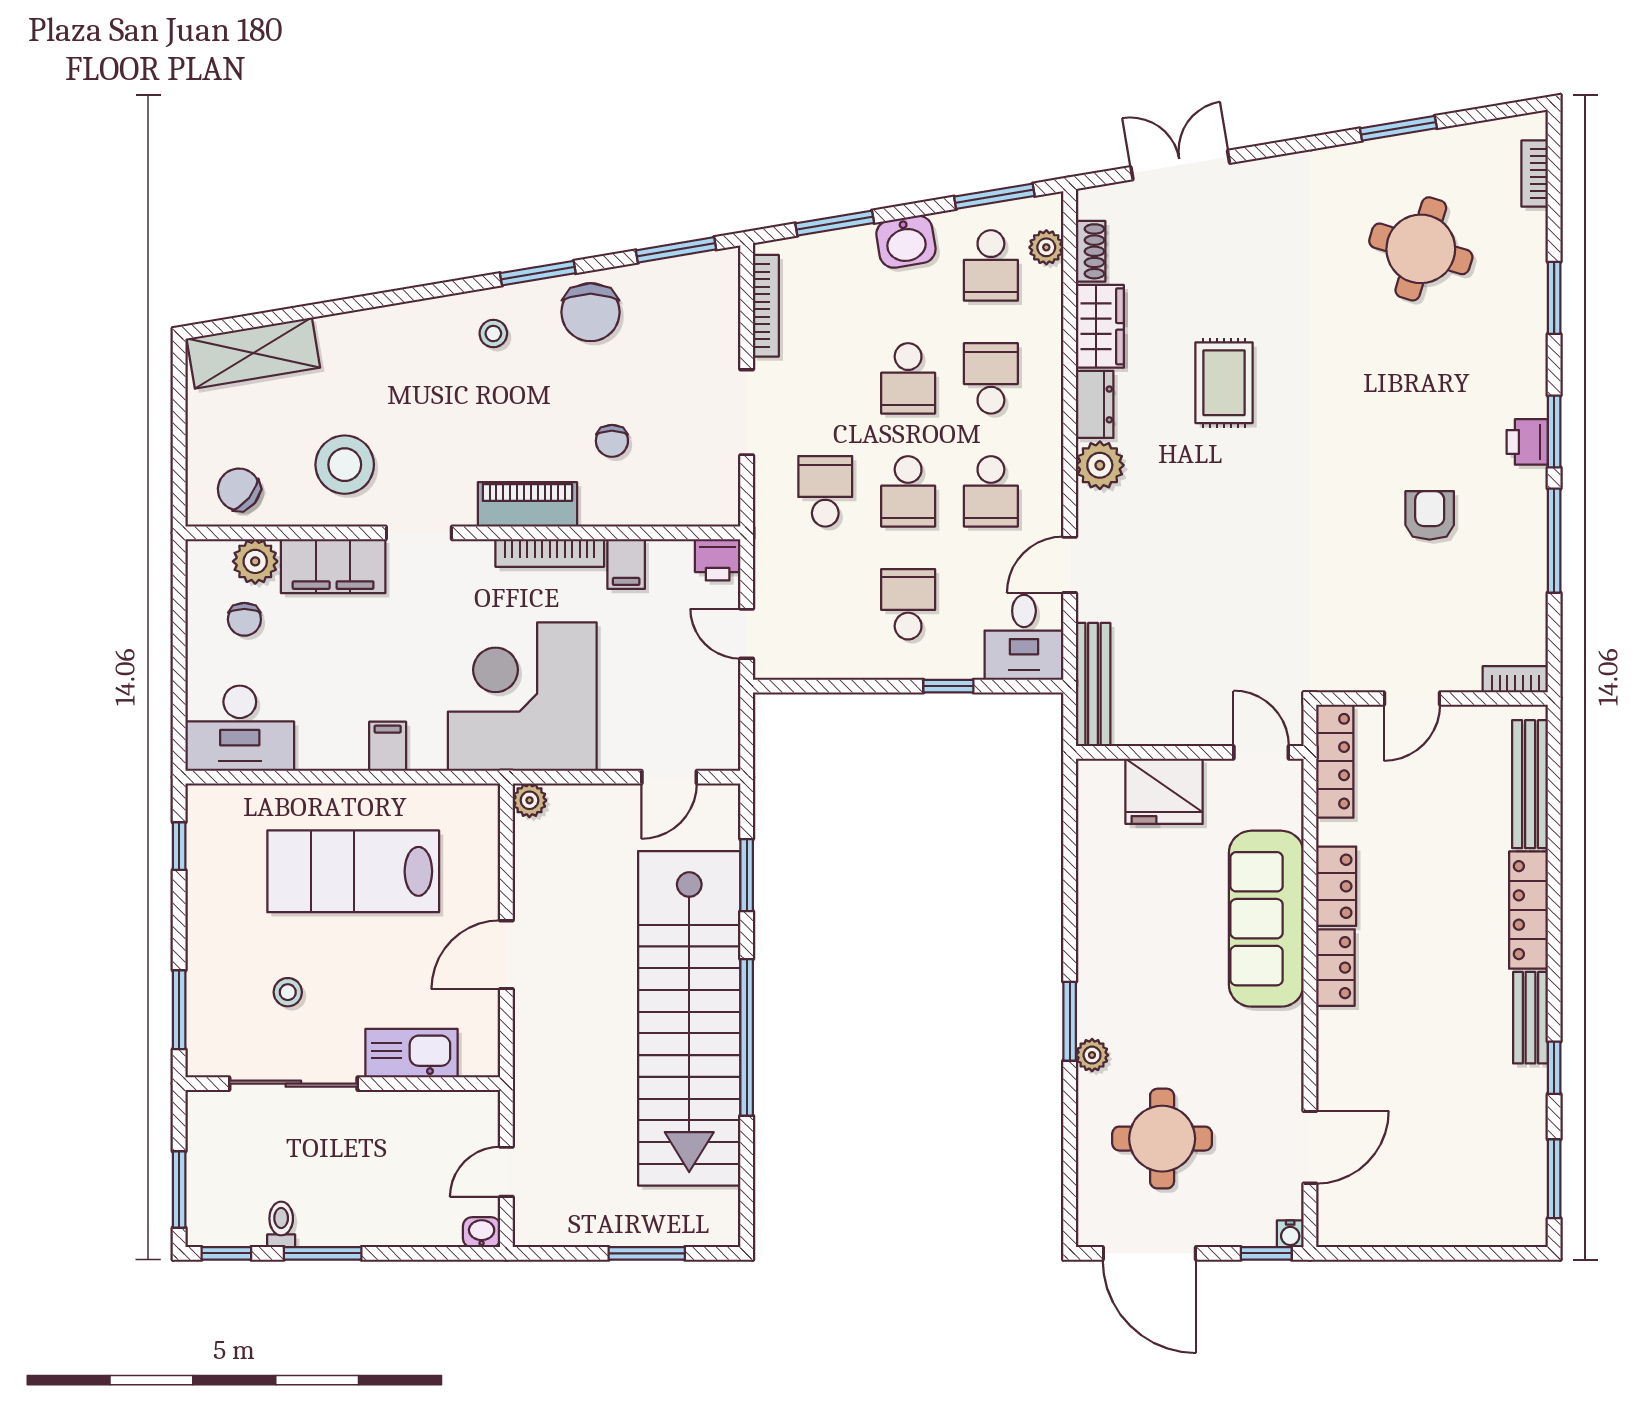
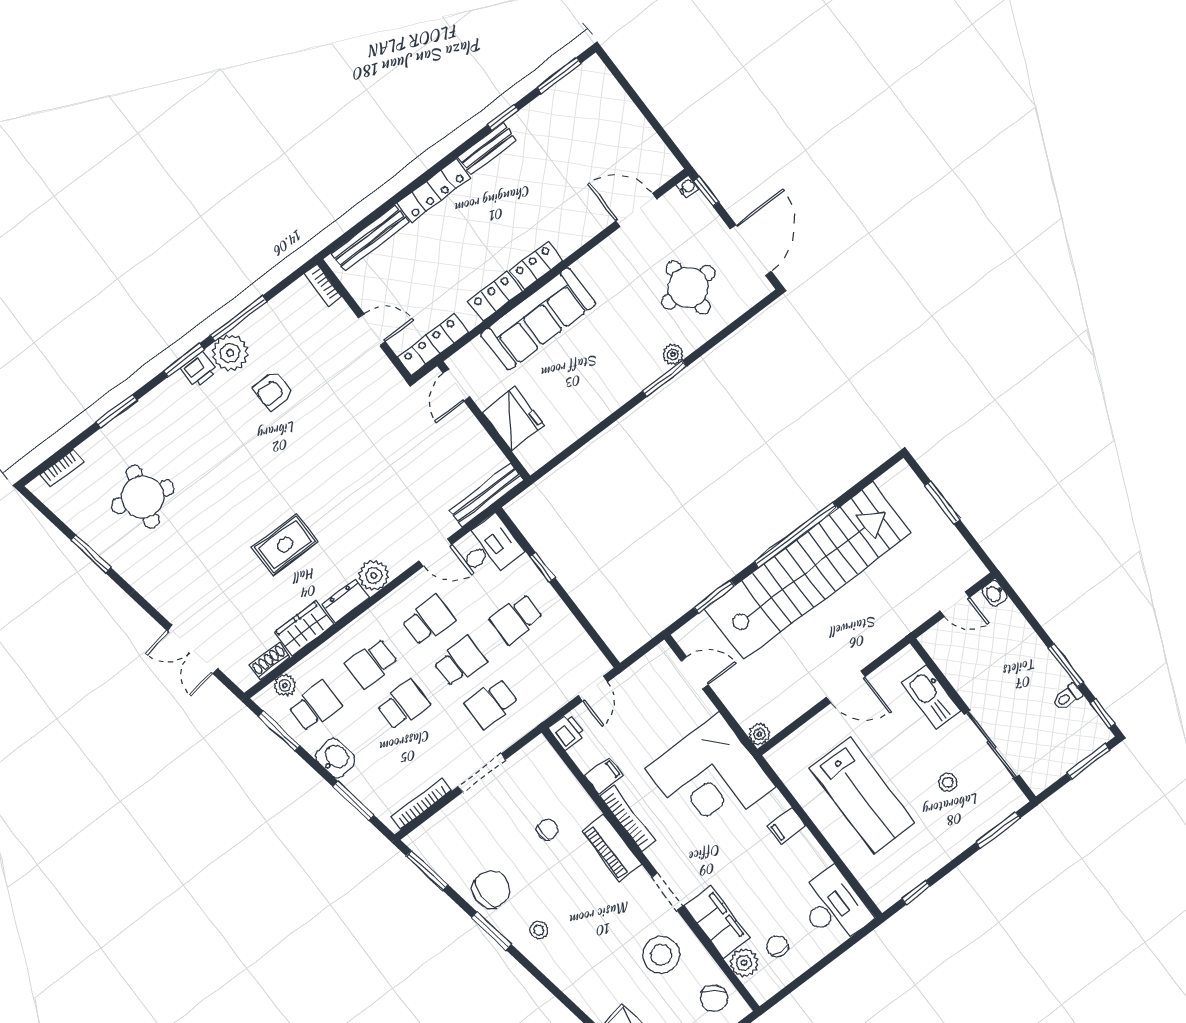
plant: (1519, 497) -> (230, 353), added
chair: (244, 619) -> (777, 946), turned -90

